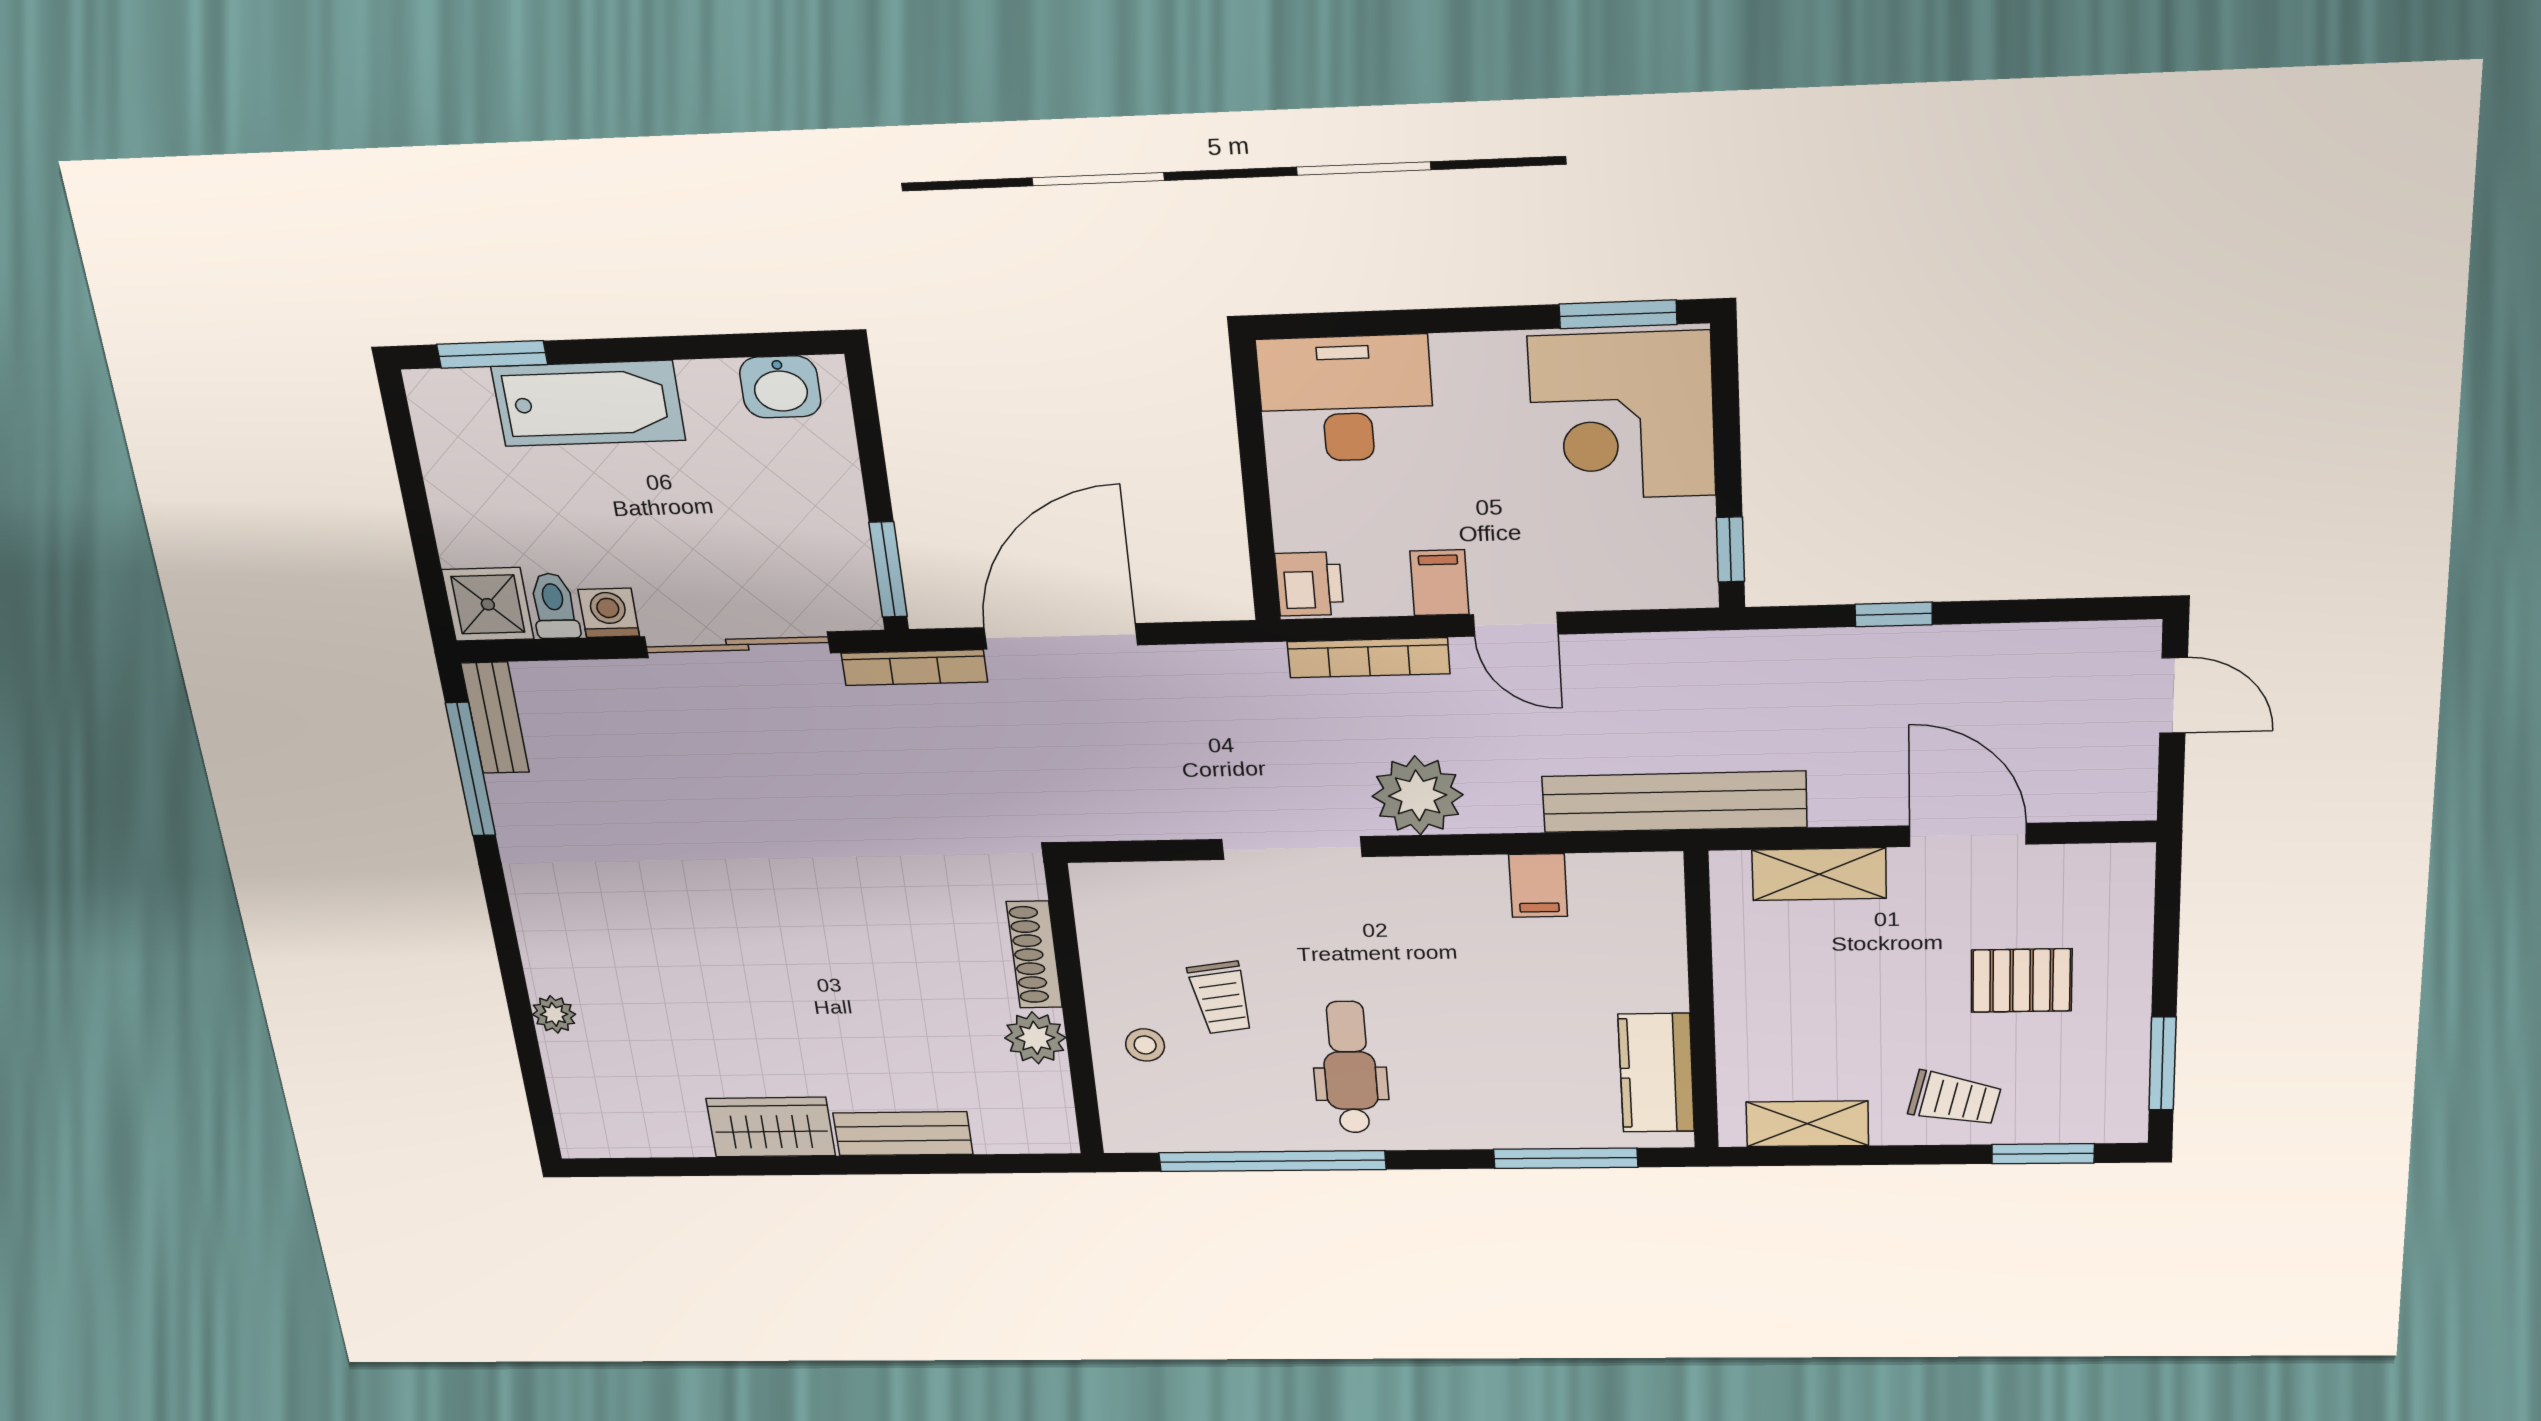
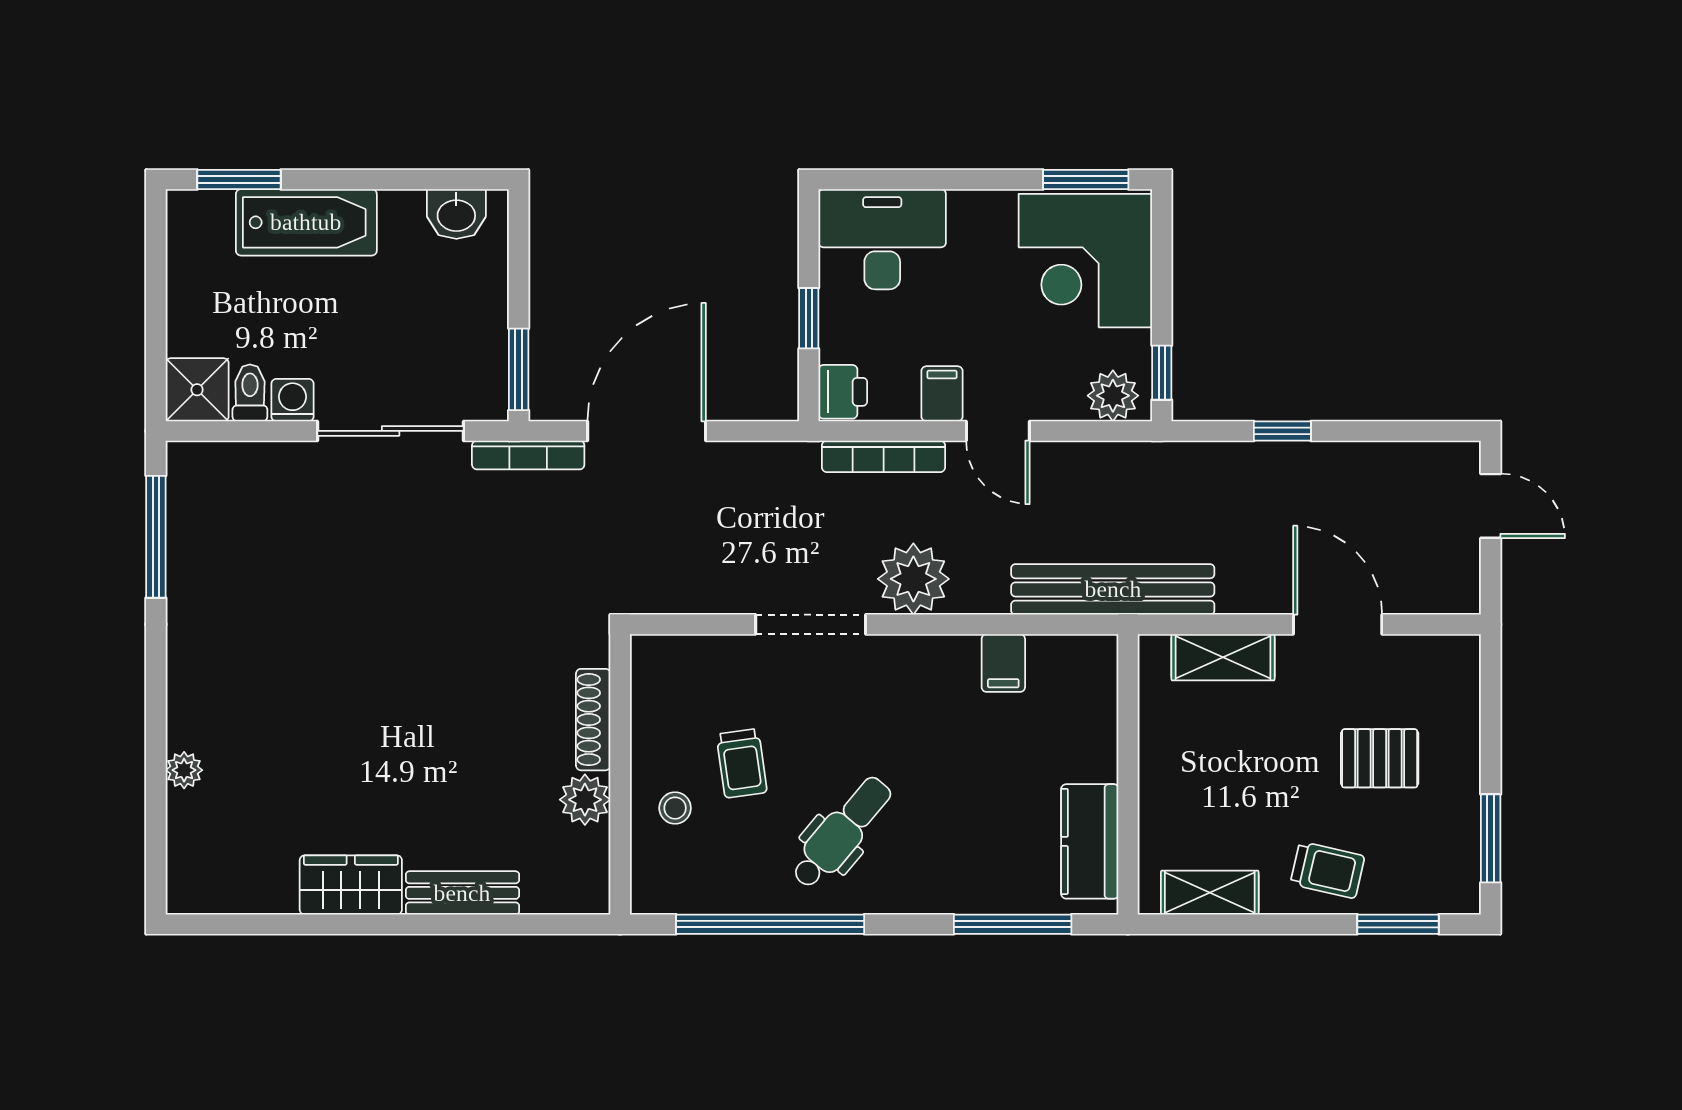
window: (1257, 498) -> (809, 318), added
plant: (1666, 579) -> (1113, 396), added
bench: (495, 718) -> (185, 491), removed
dental chair: (1350, 1067) -> (841, 832), turned 40

